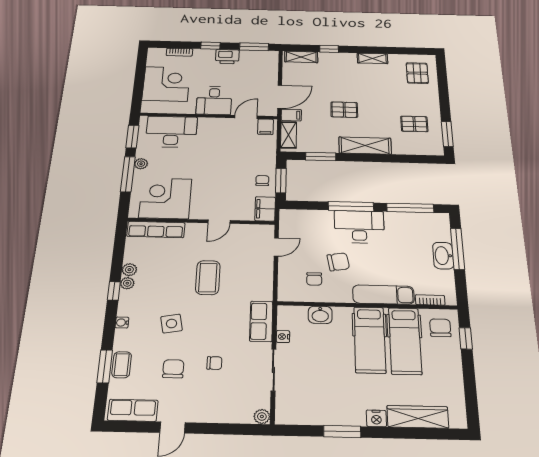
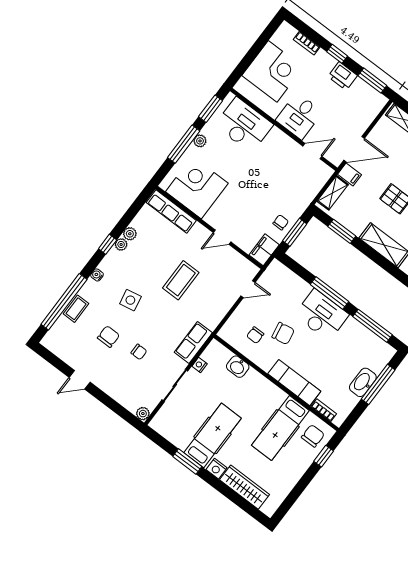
filing cabinet: (266, 127) -> (321, 172), removed
hospital bed: (370, 340) -> (213, 435), moved, turned 180
window: (105, 366) -> (64, 302), width x2.11
row of seats: (133, 410) -> (62, 349), removed

